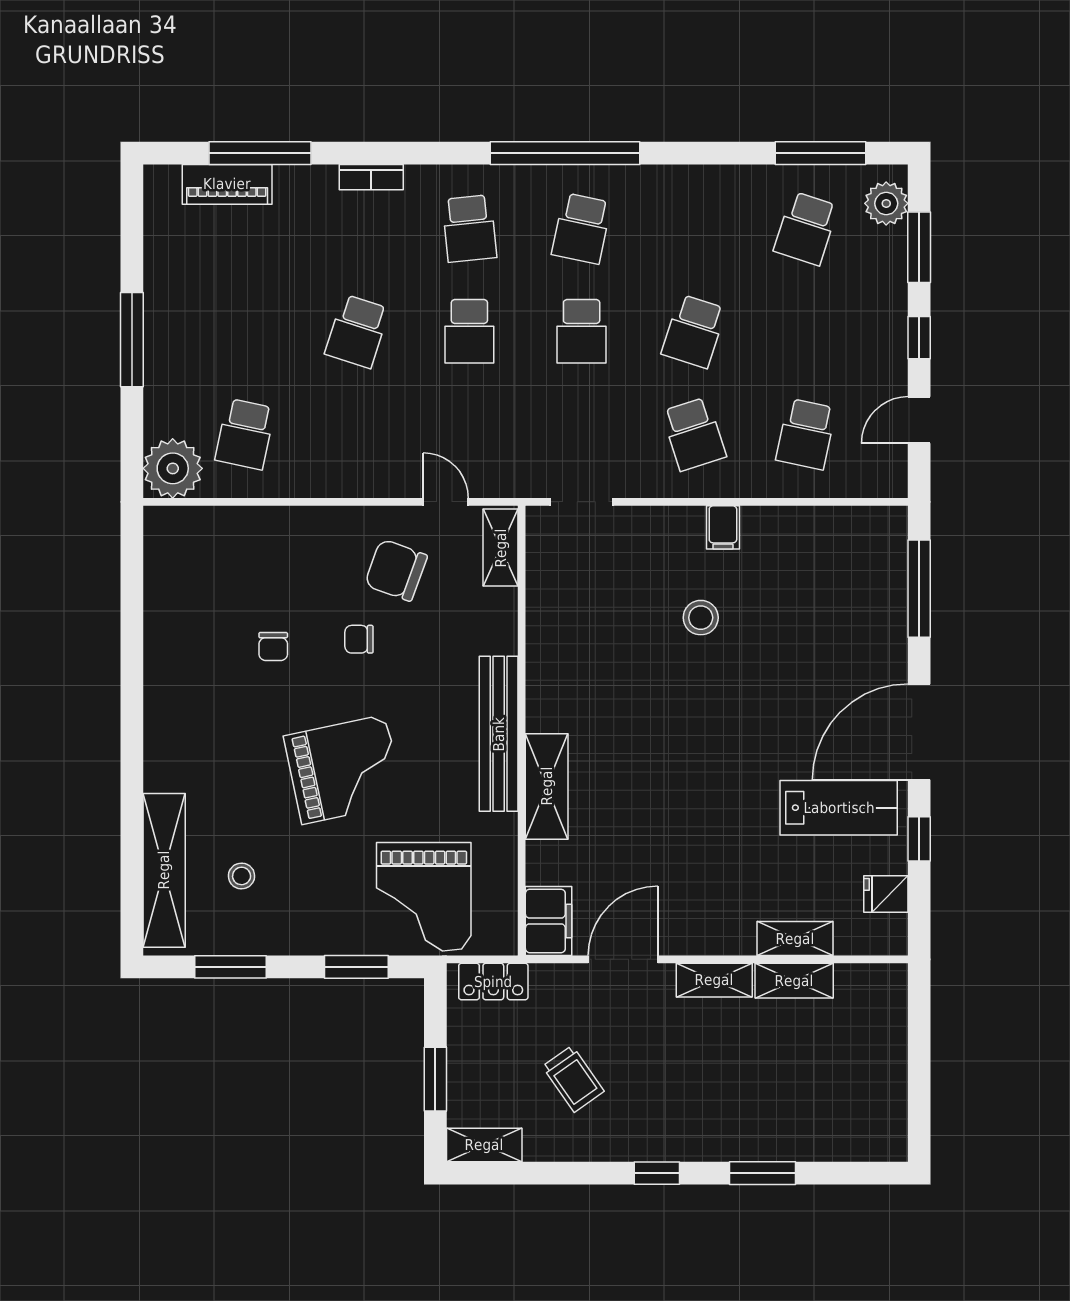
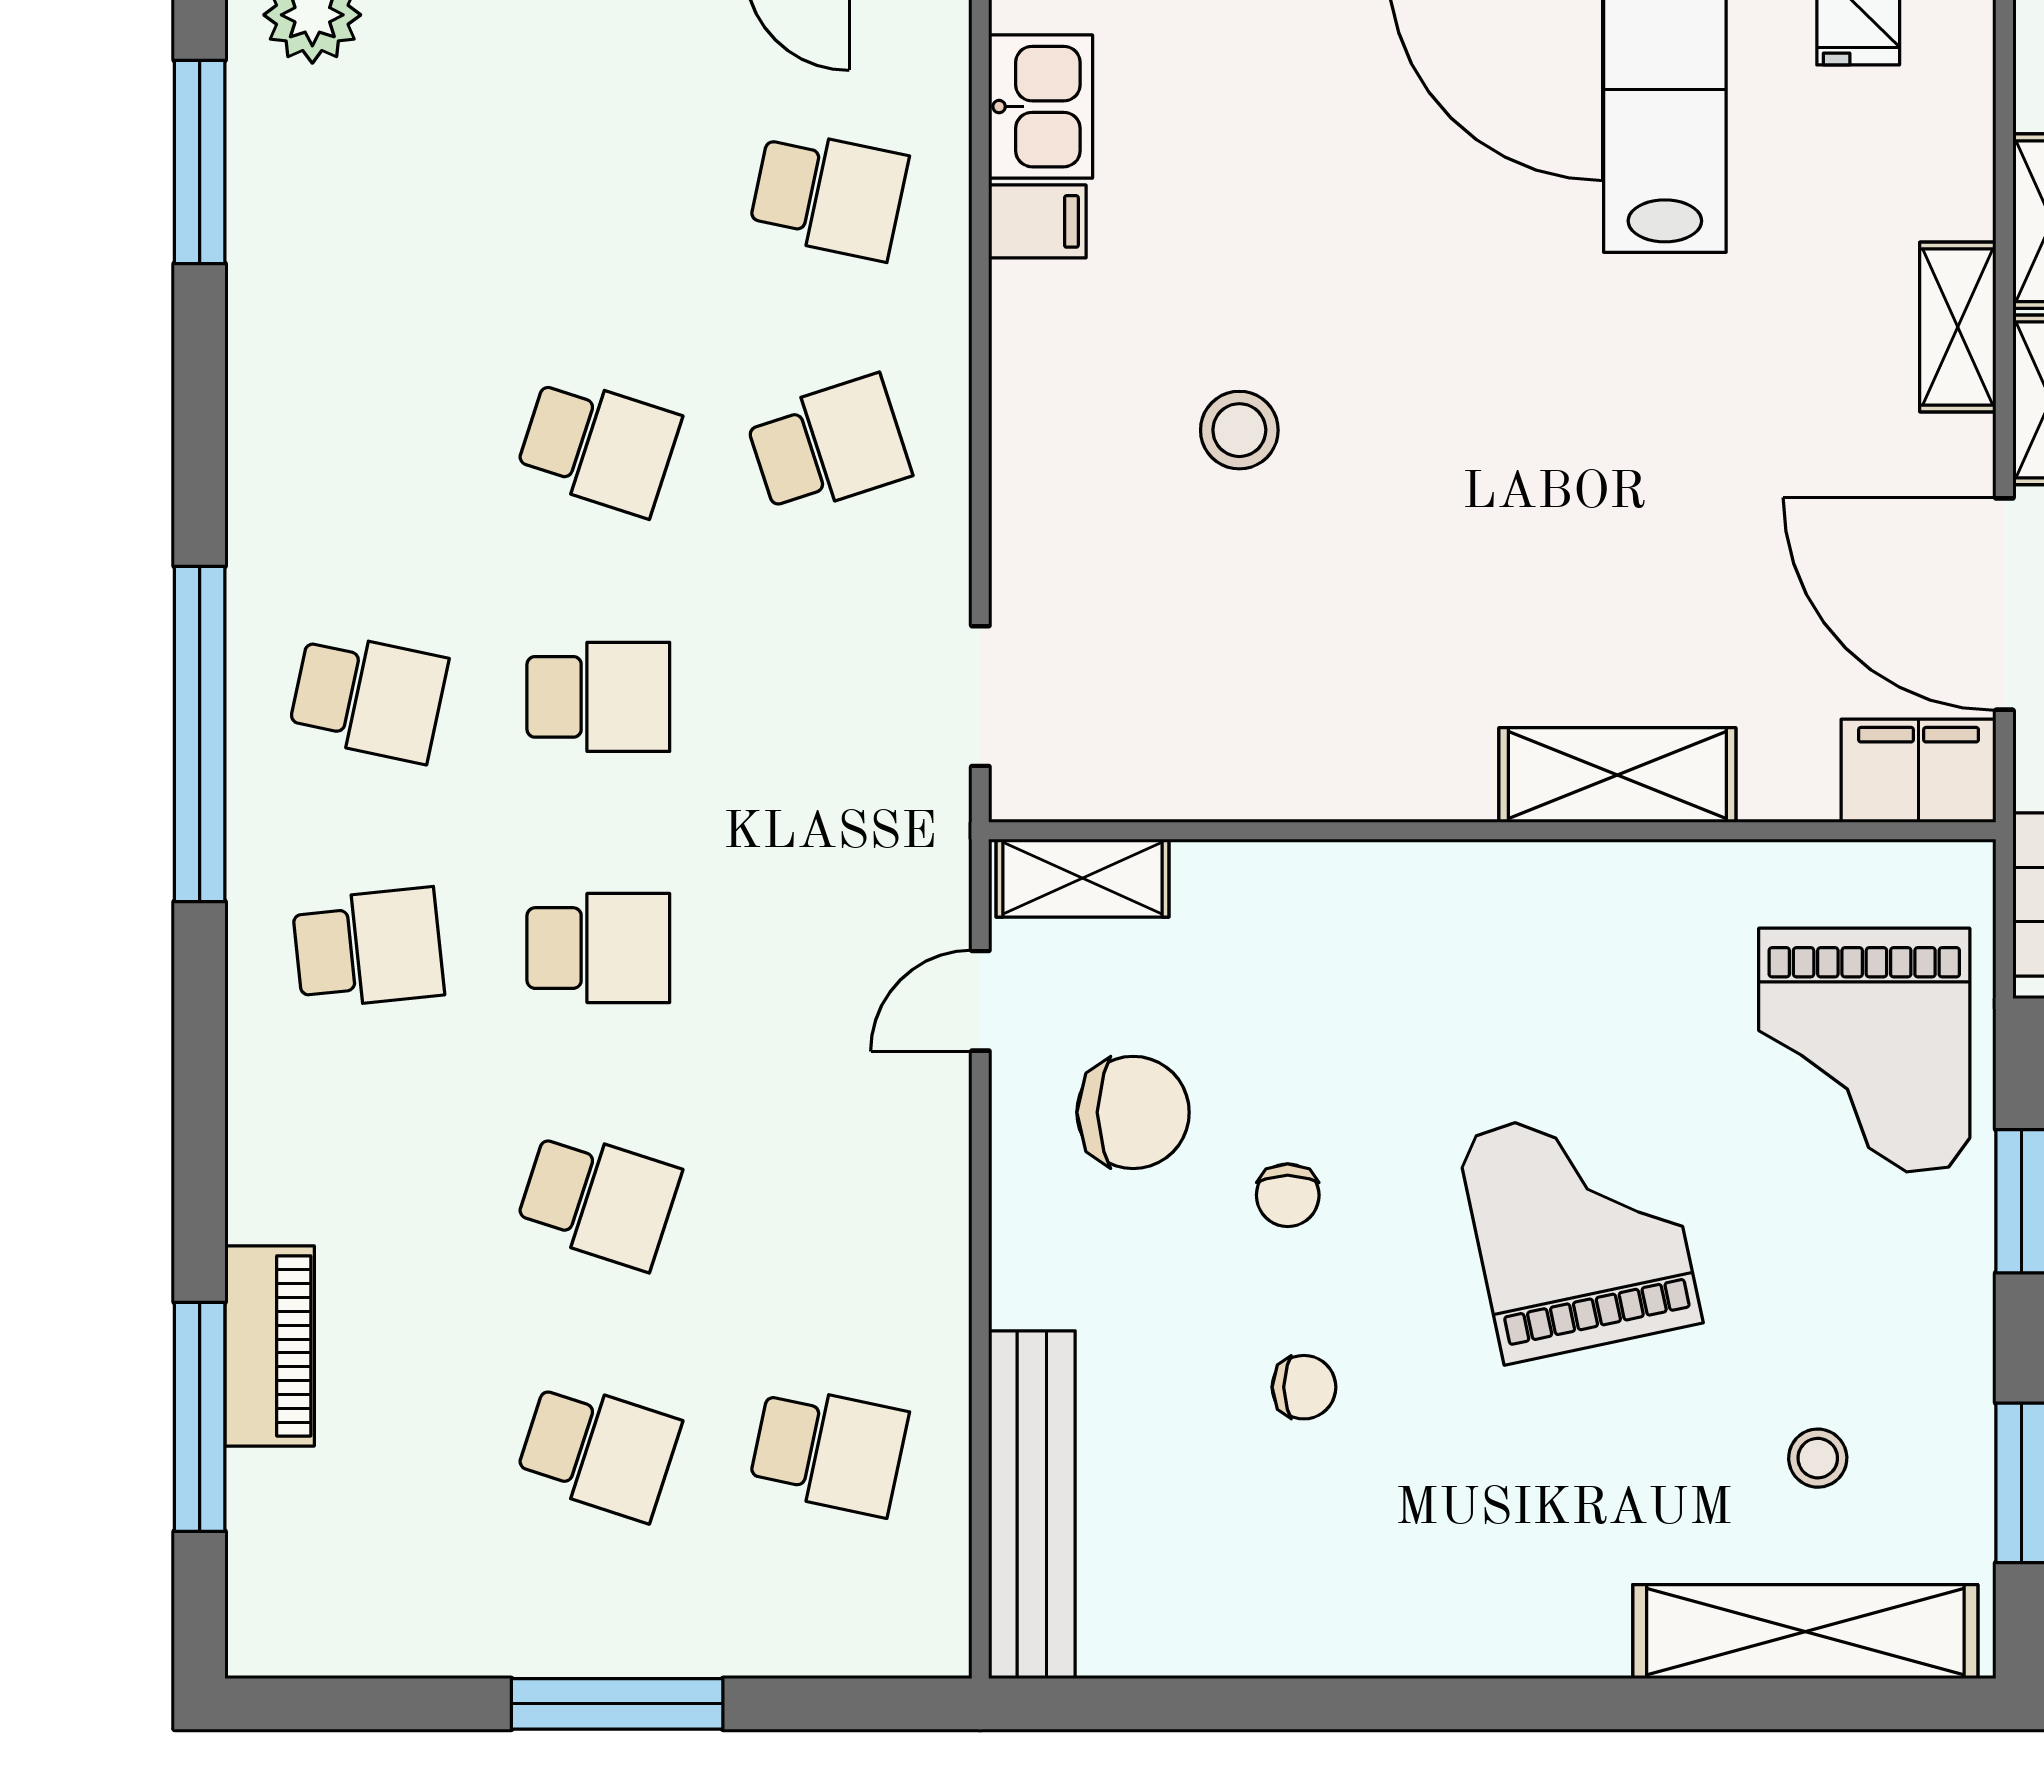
bookcase: (371, 177) -> (253, 1168), removed
piano: (227, 184) -> (270, 1346), moved
school desk: (806, 228) -> (598, 1450), moved
plant: (173, 468) -> (905, 1612), removed
filing cabinet: (723, 527) -> (1037, 221), moved
kitchen sink: (845, 529) -> (1041, 107), added
chair: (396, 570) -> (1133, 1112), turned -110
bench: (499, 734) -> (1032, 1505), moved, turned 90
grand piano: (424, 897) -> (1864, 1050), turned 90
shelving: (795, 939) -> (1958, 327), moved
door: (623, 959) -> (2004, 604), width x1.36

